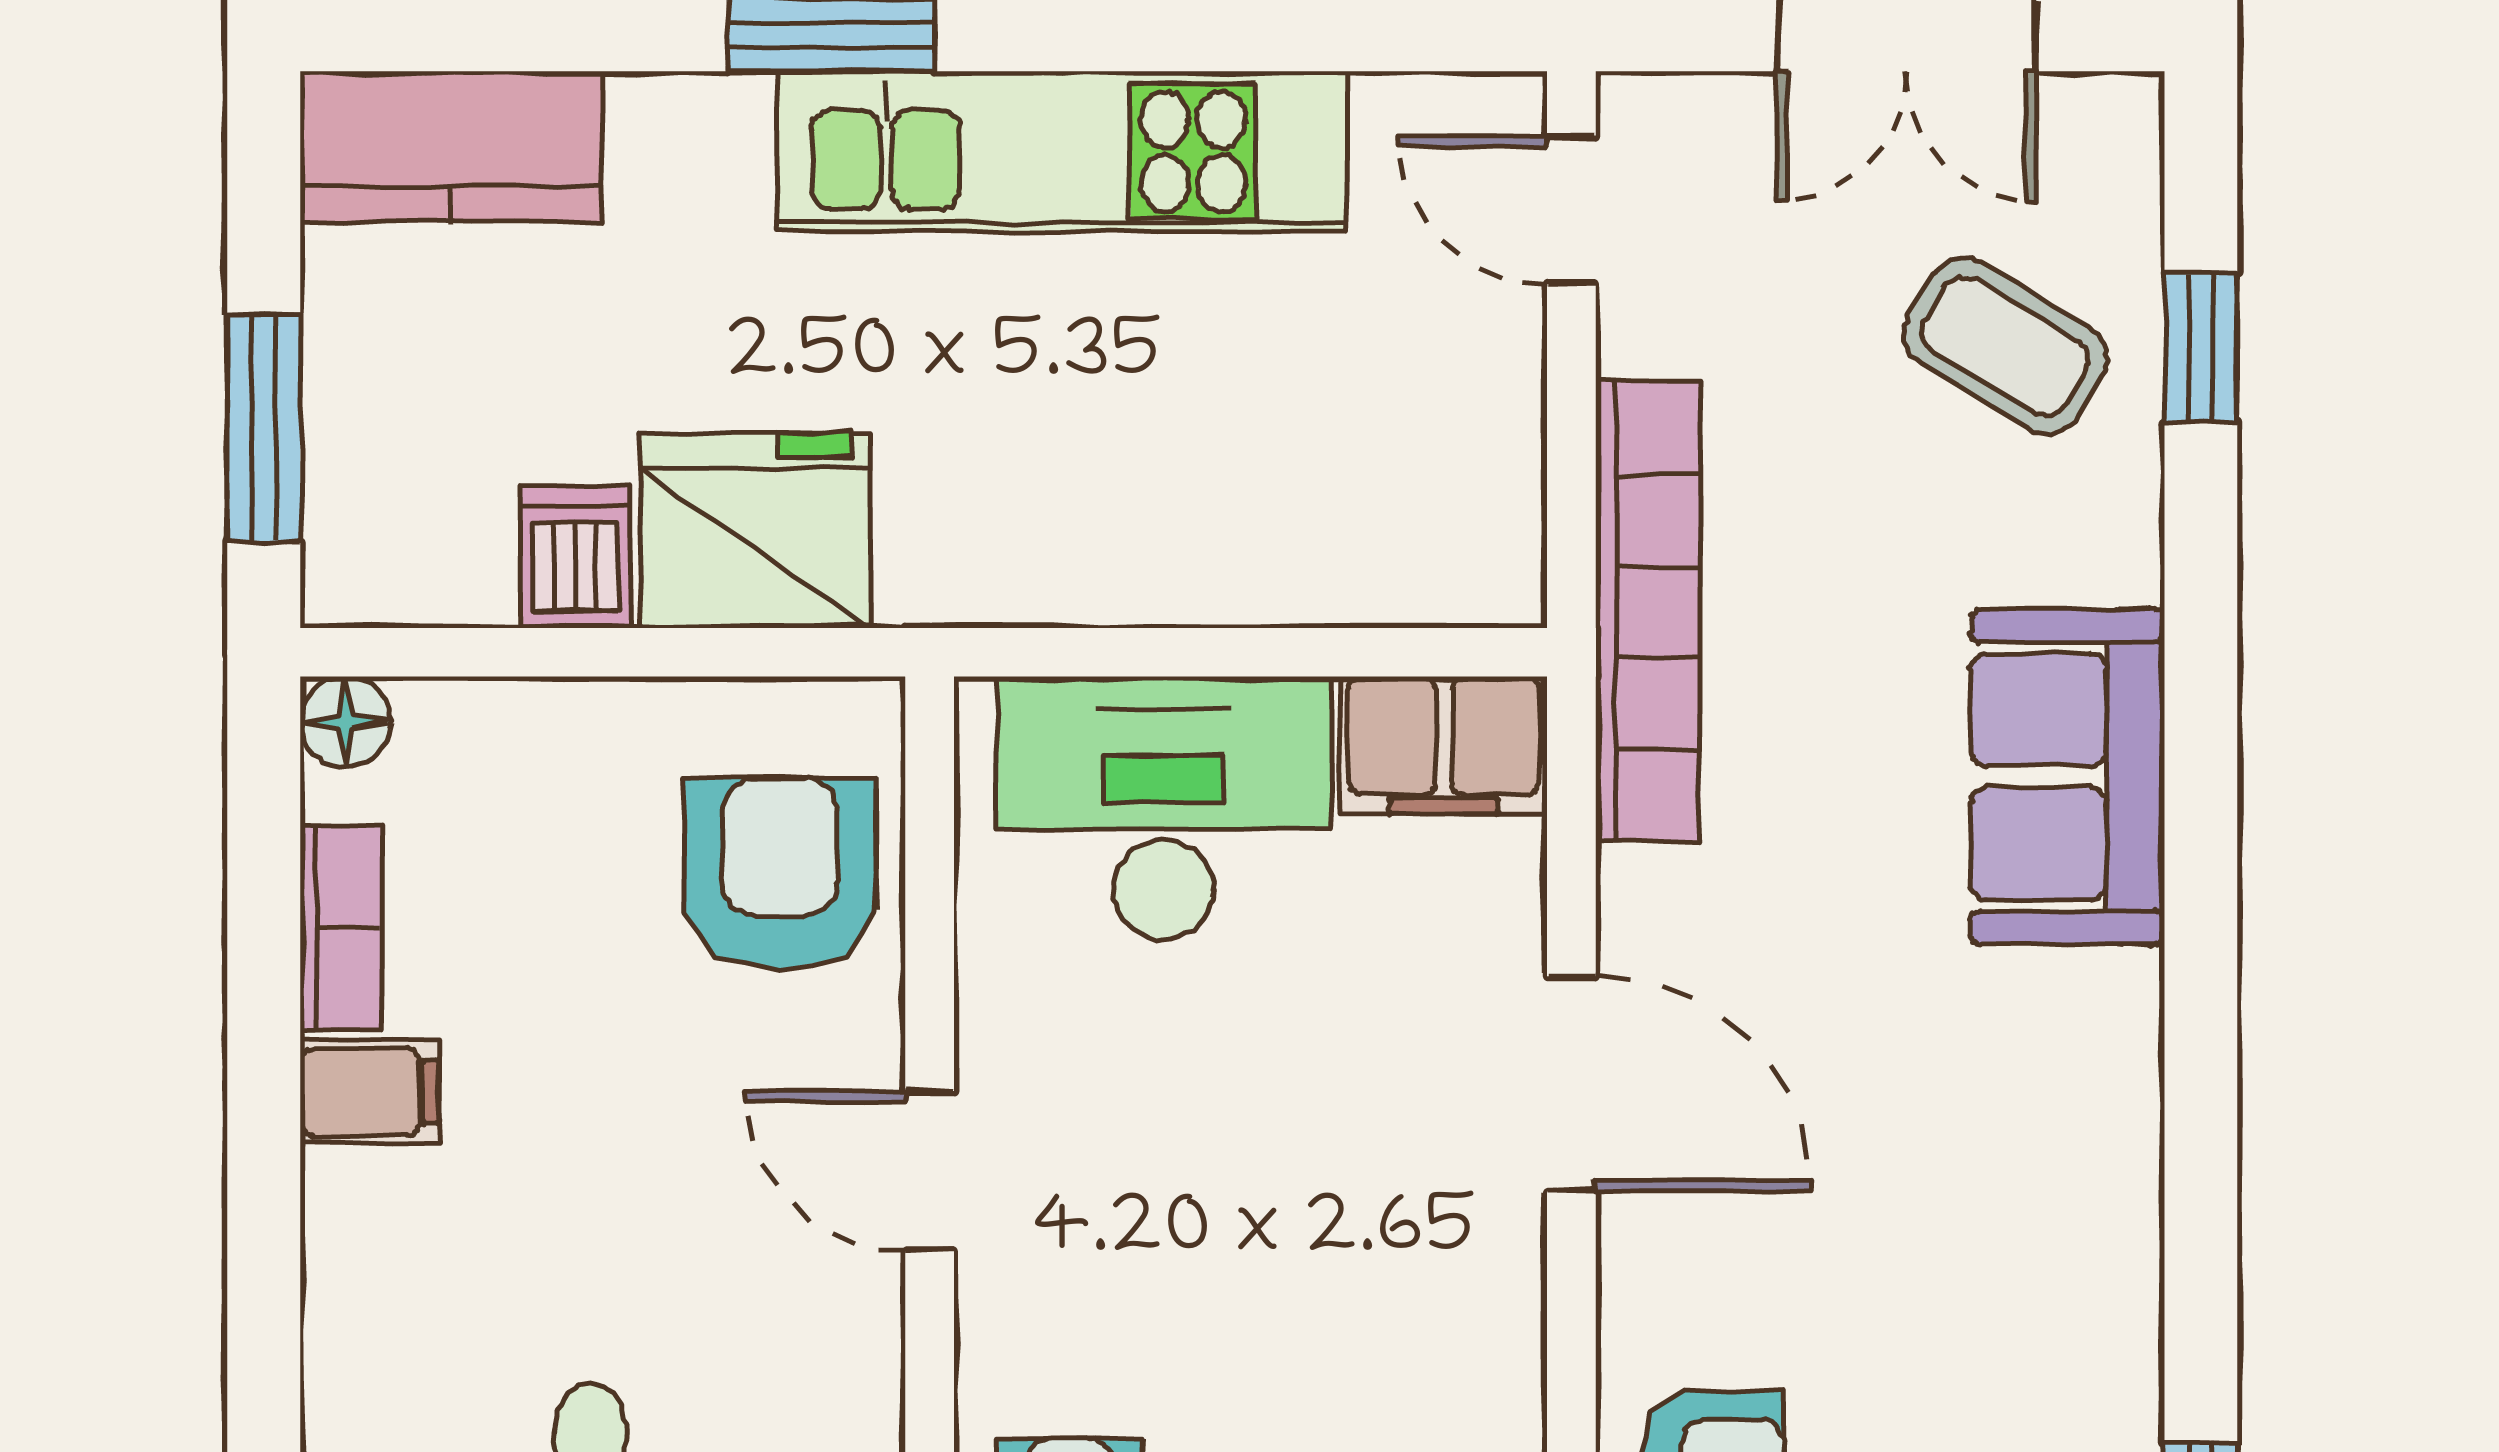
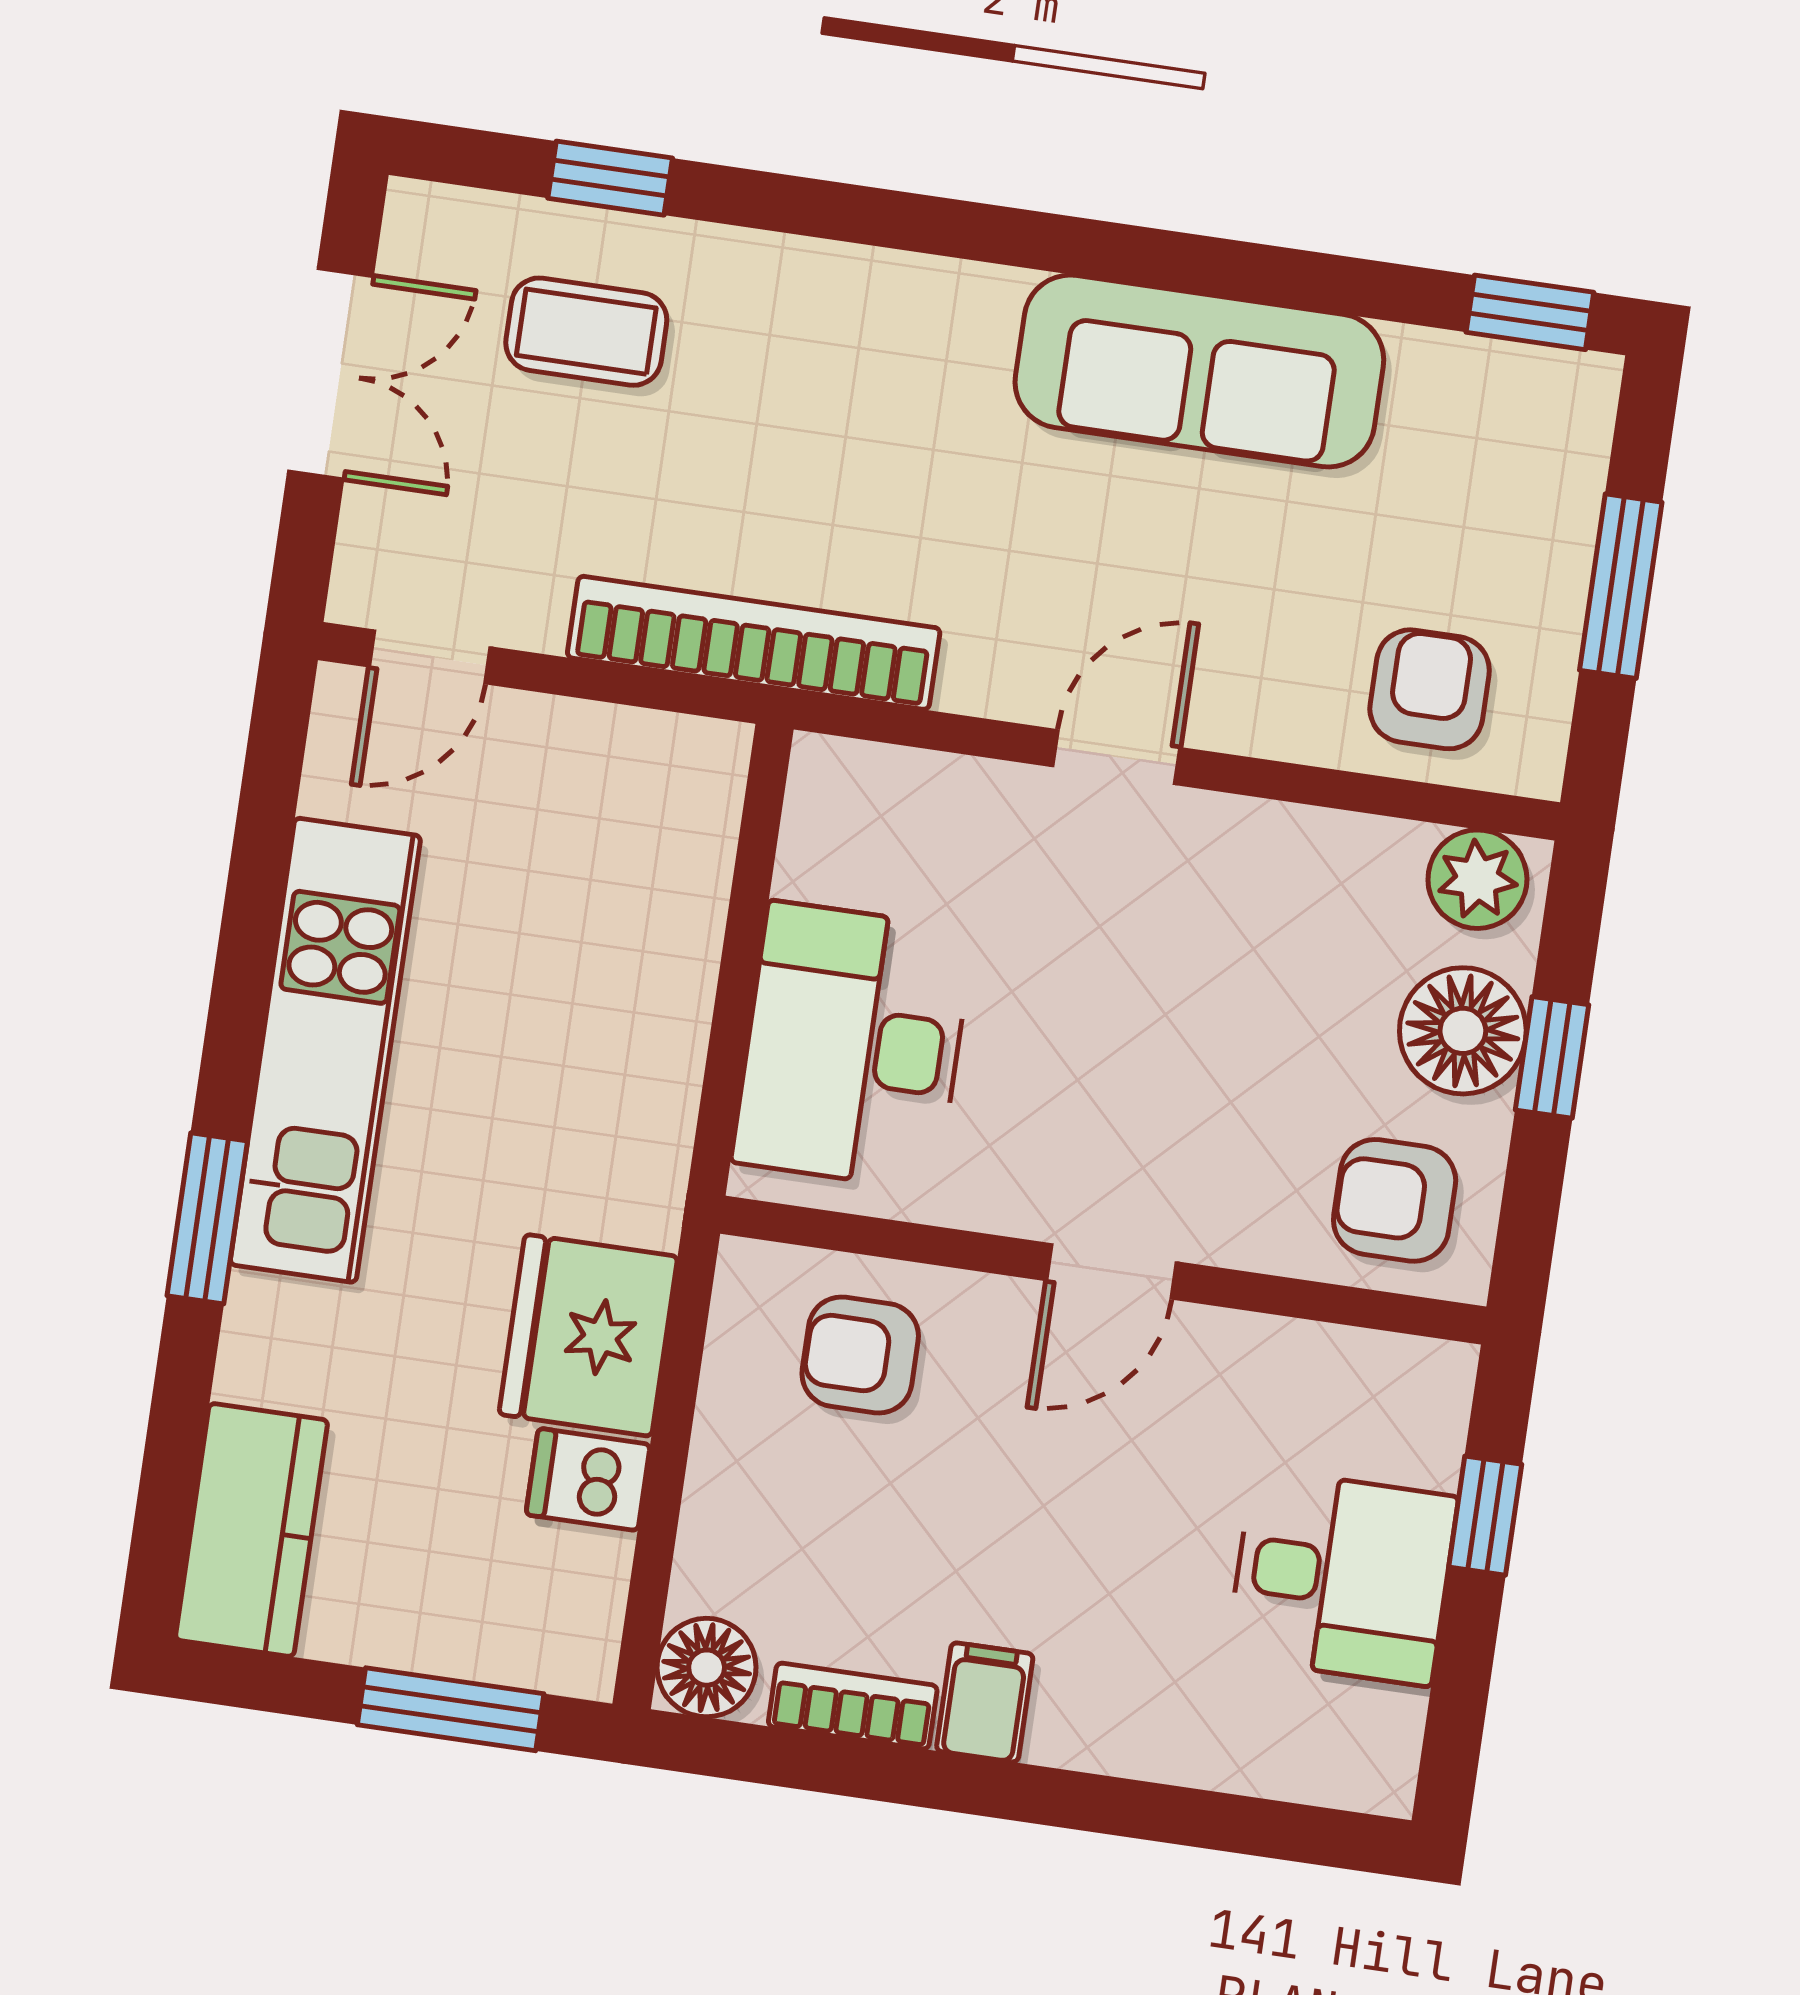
coffee table: (2005, 346) -> (586, 332), turned 59
floor lamp: (345, 722) -> (707, 1668), width x1.37, depth x1.37
filing cabinet: (1444, 745) -> (836, 819), removed
sofa: (2068, 777) -> (1199, 371), moved, width x1.36
armchair: (780, 873) -> (860, 1355), width x0.72, depth x0.72
door: (1571, 1084) -> (1116, 757), width x0.73

